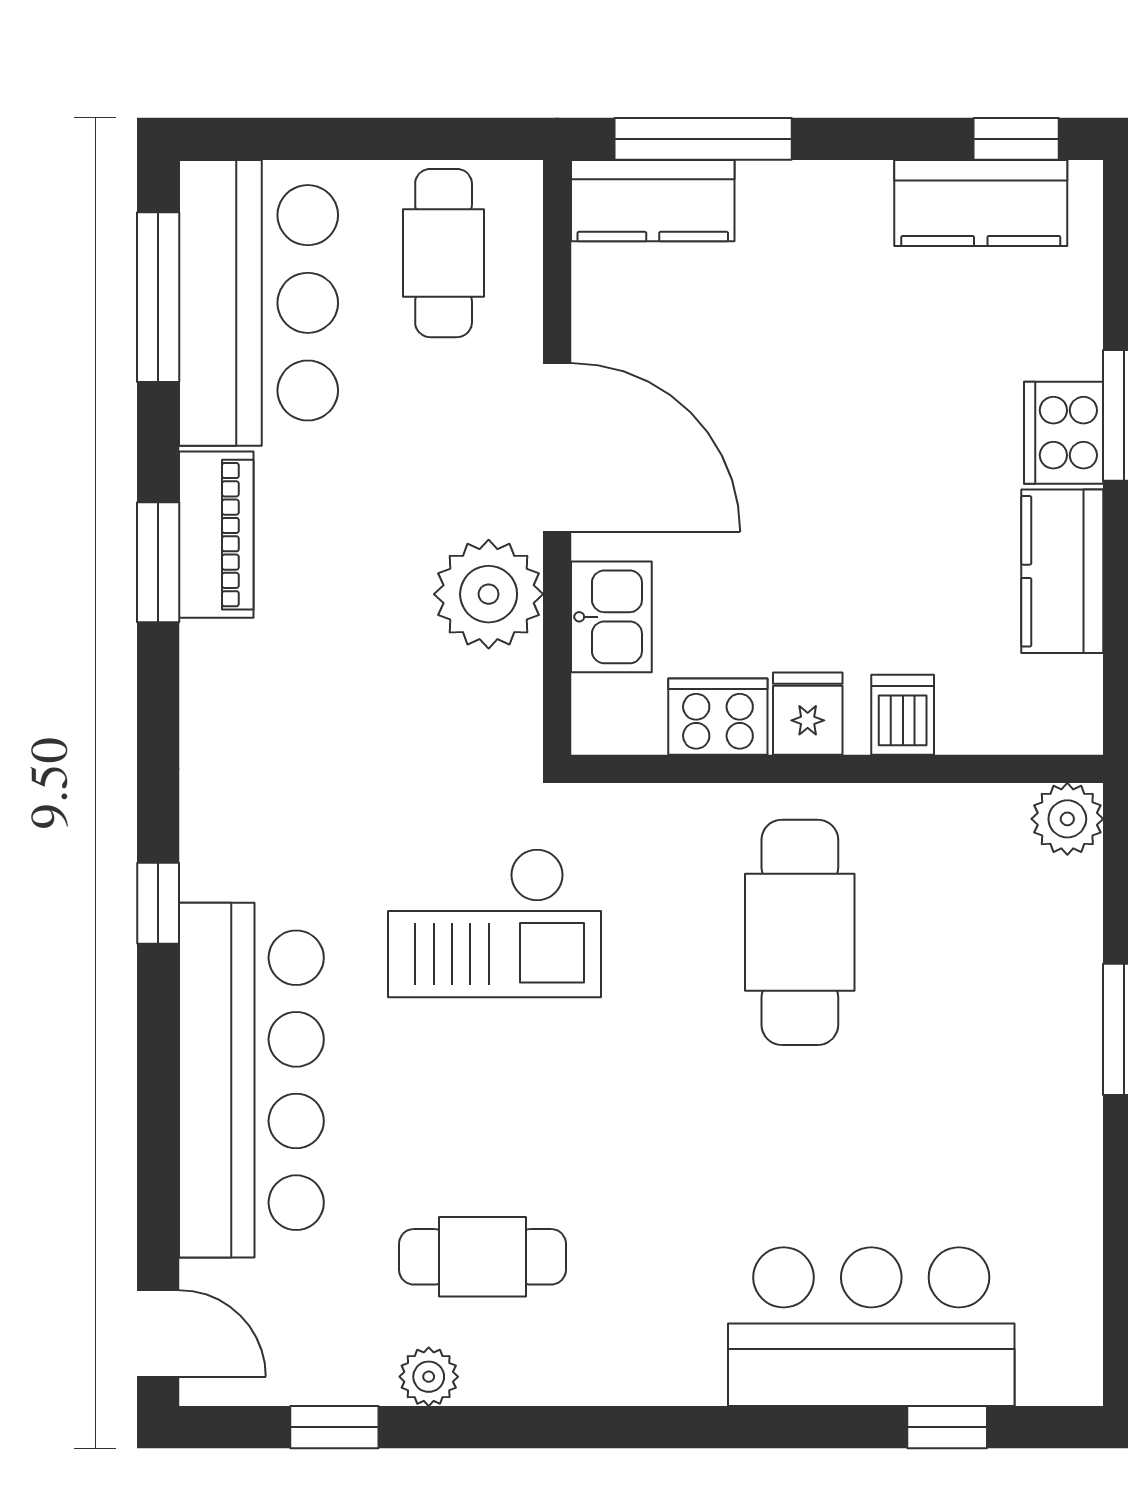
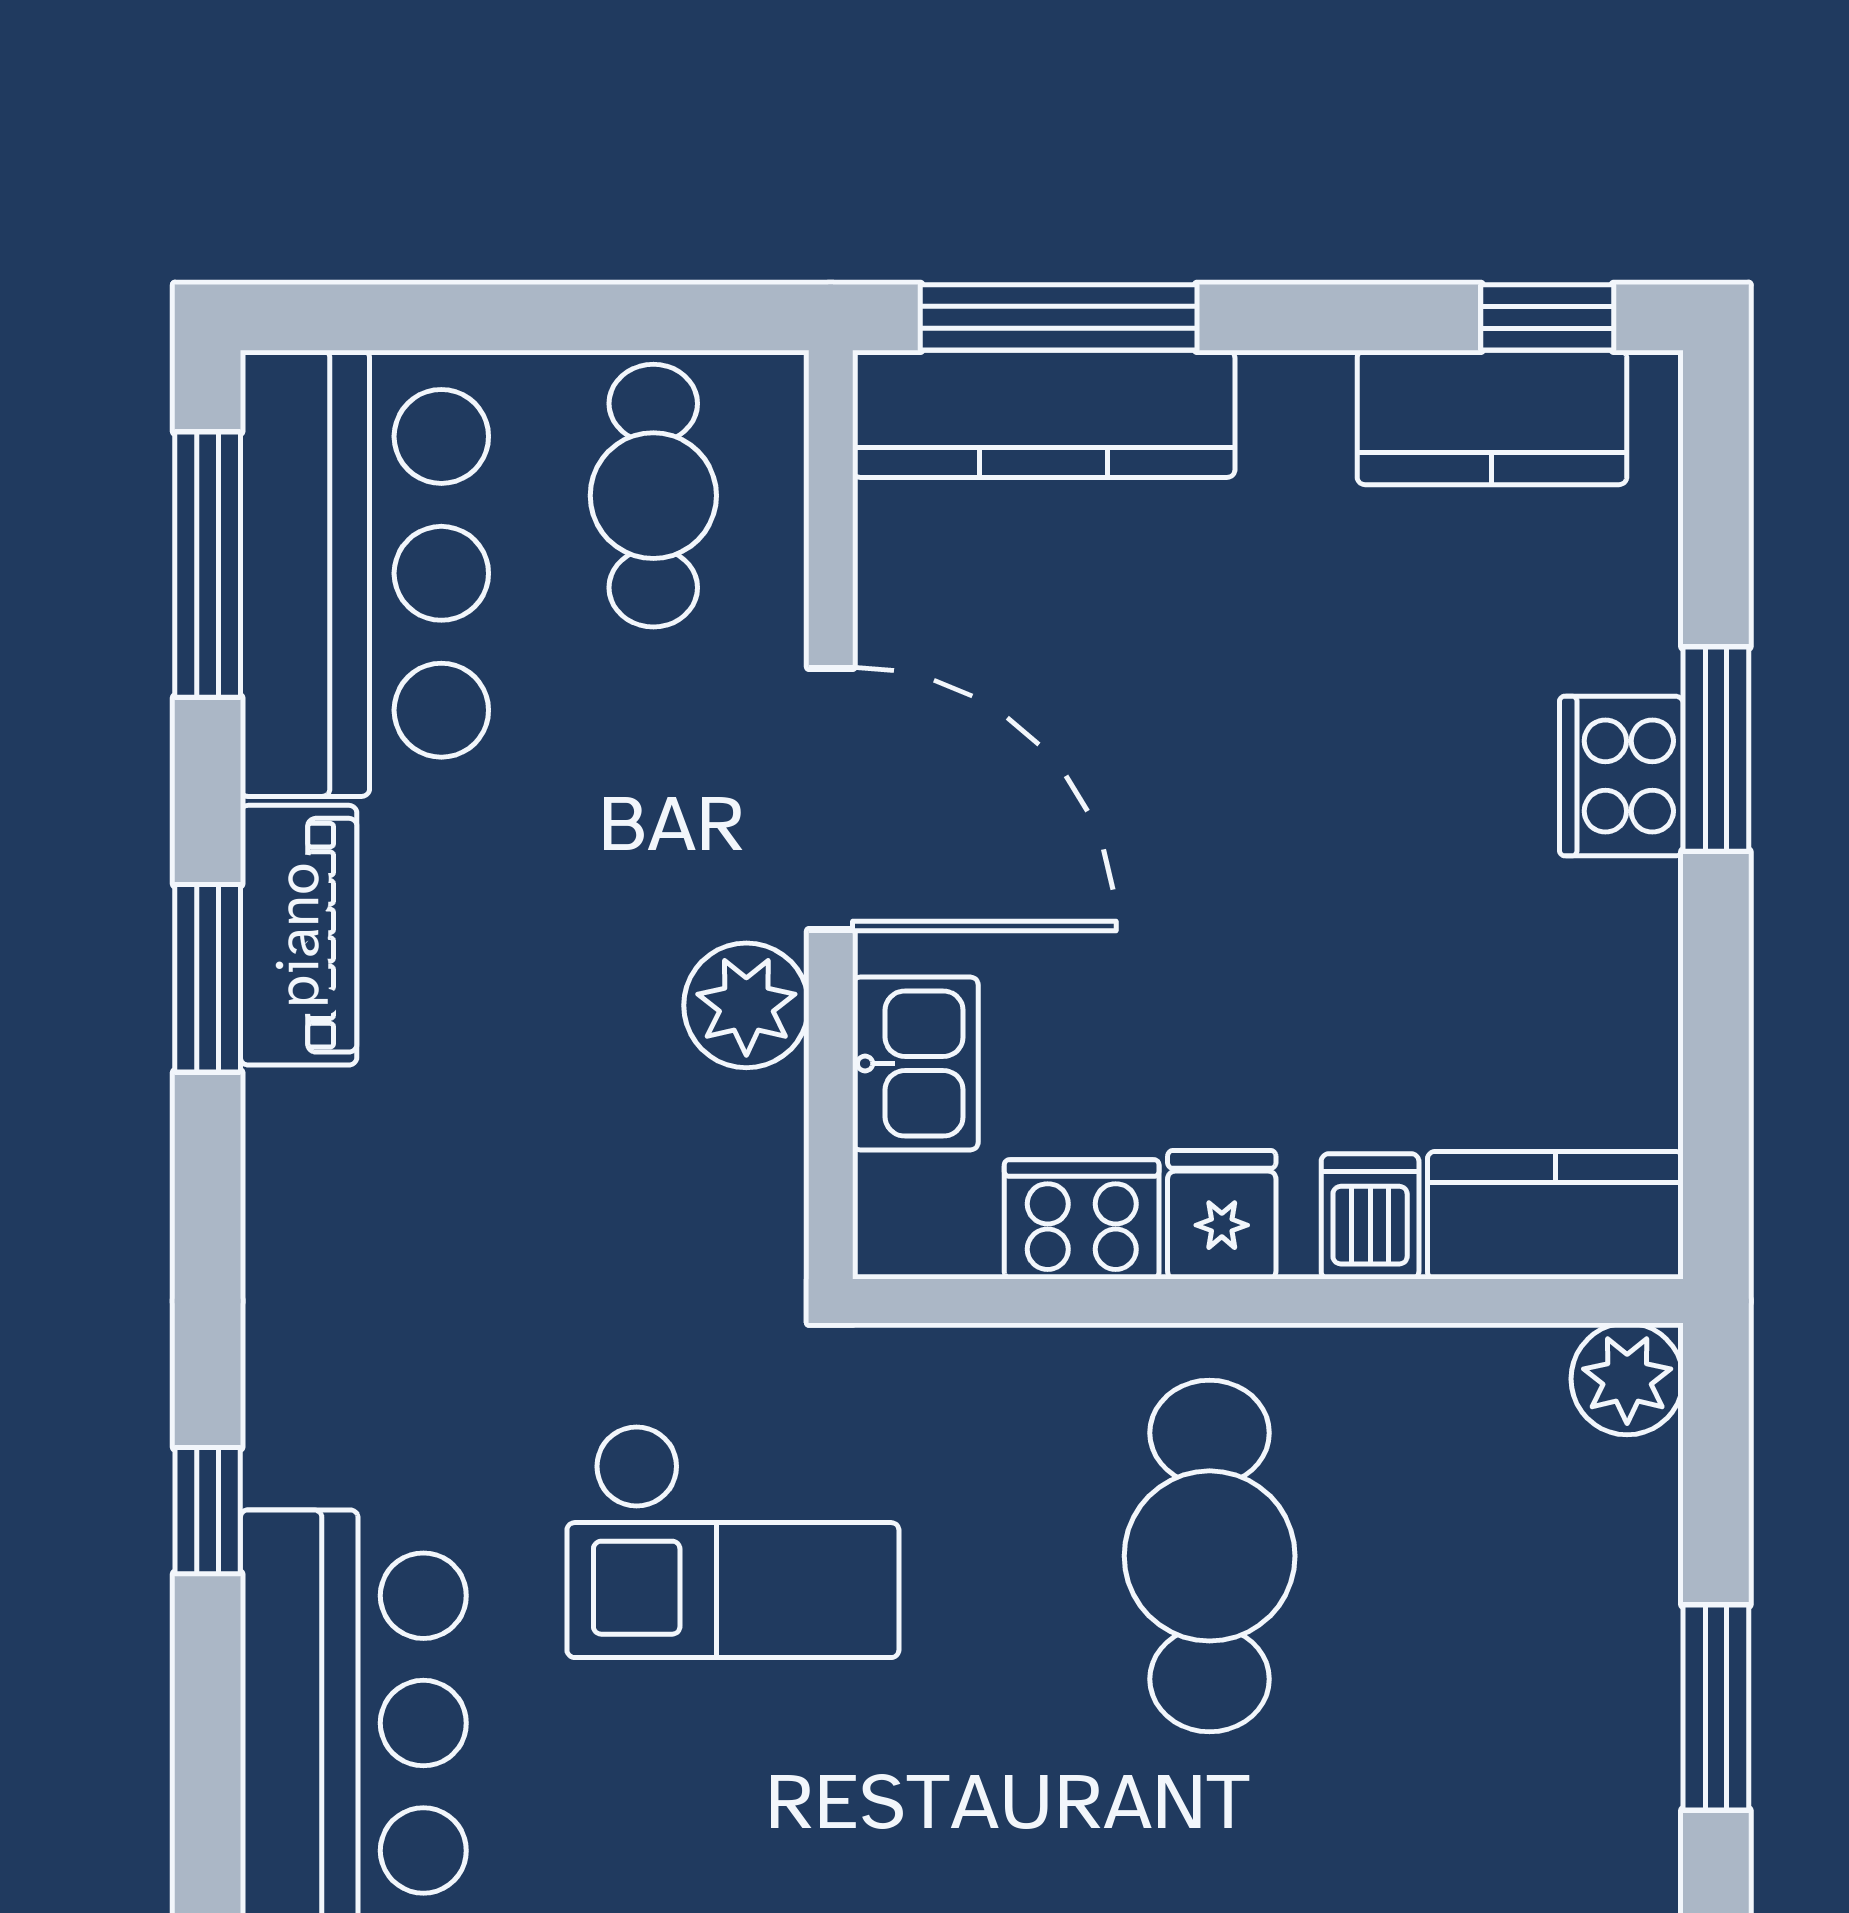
kitchen counter: (653, 201) -> (1044, 414), width x1.50
kitchen counter: (1062, 571) -> (1555, 1215), moved, turned 90
plant: (489, 594) -> (746, 1005), width x0.73, depth x0.73

